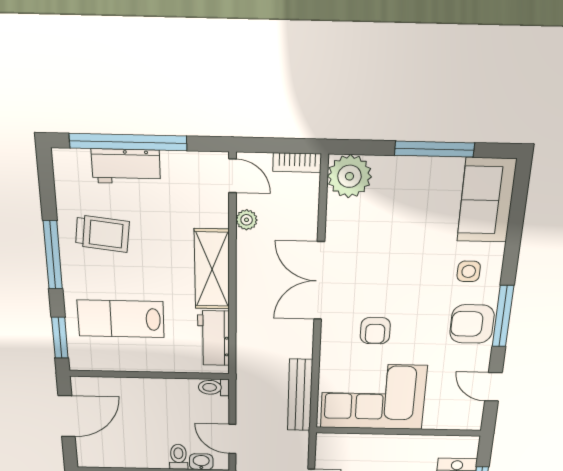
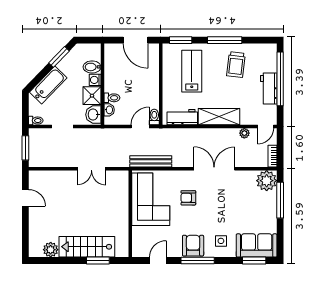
window: (434, 149) -> (280, 200), moved
workbench: (126, 166) -> (269, 88), moved
window: (518, 206) -> (254, 261), added
door: (232, 439) -> (140, 126), moved

